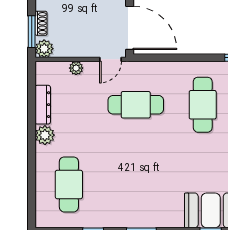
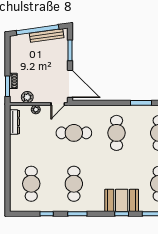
plant: (44, 49) -> (27, 97), moved
dresser: (43, 105) -> (14, 122), moved
plant: (45, 135) -> (16, 152), removed
cafe table: (136, 184) -> (74, 184), added

